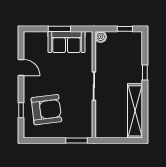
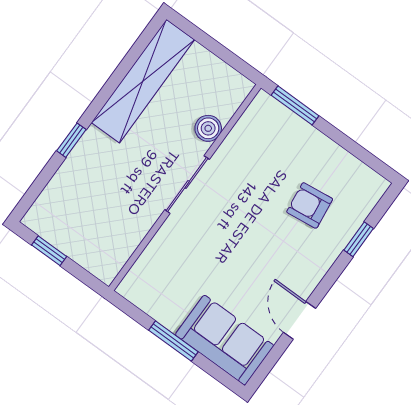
boiler: (101, 37) -> (208, 128), moved
sofa: (66, 42) -> (225, 340), moved
armchair: (46, 110) -> (310, 205), width x0.53, depth x0.53

